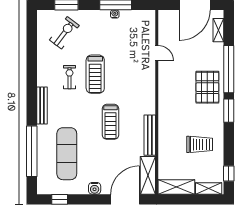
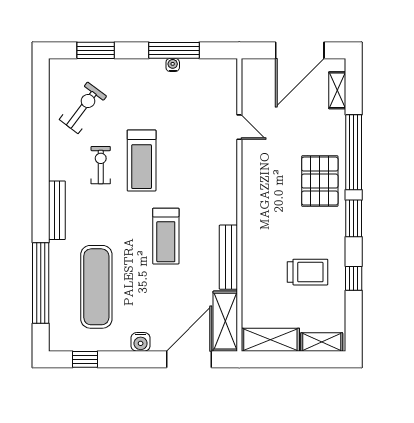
exercise bike: (64, 33) -> (83, 108), moved
window: (229, 173) -> (354, 278), moved

